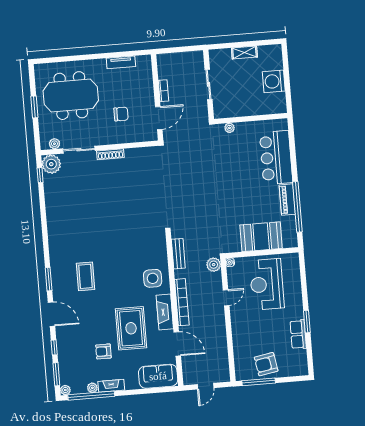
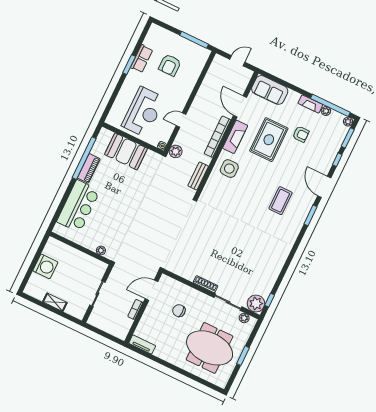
tv unit: (121, 62) -> (142, 344), moved
armchair: (266, 364) -> (170, 65), moved, turned 100

